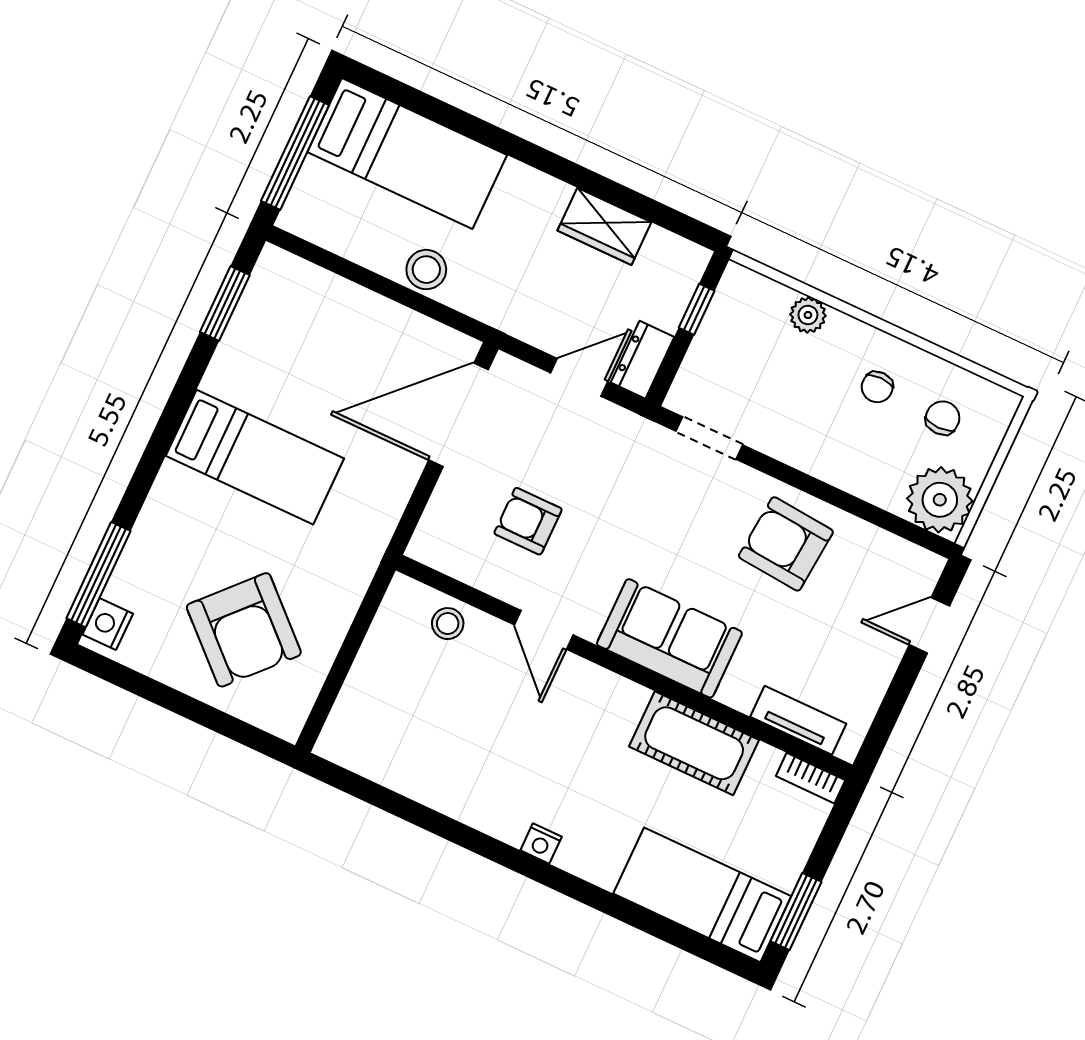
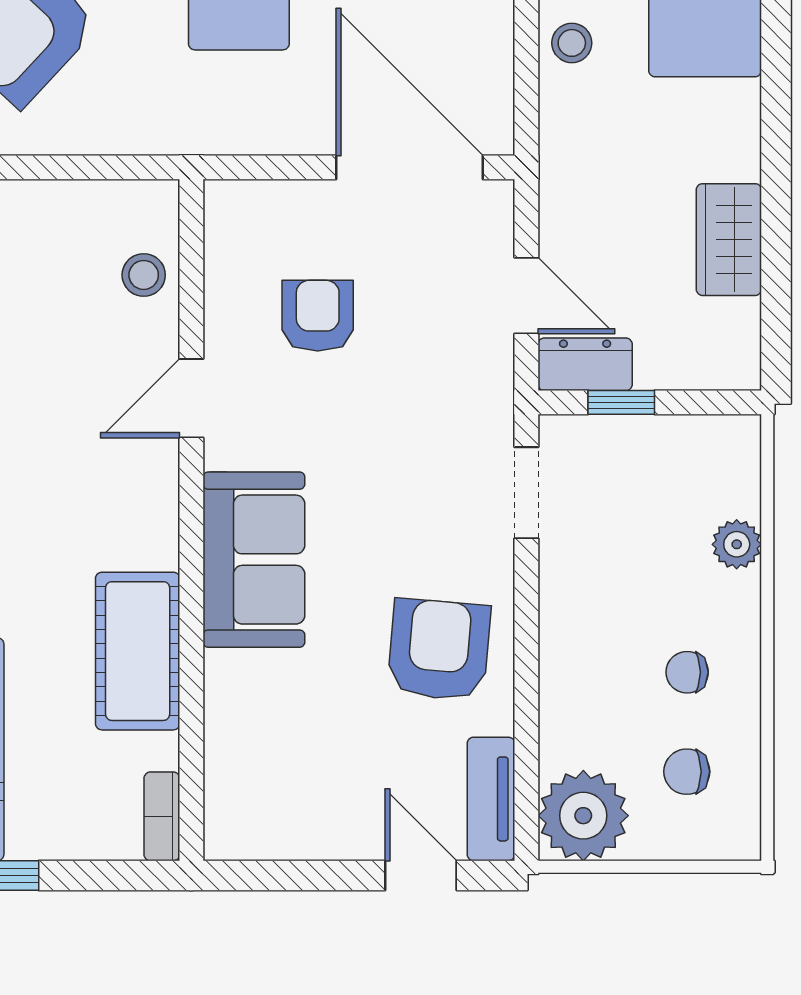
stool: (426, 270) -> (572, 43), width x0.73, depth x0.73
window: (697, 309) -> (621, 402), moved
chair: (943, 418) -> (687, 772), turned 180
tv unit: (798, 720) -> (491, 799), moved, turned 180

